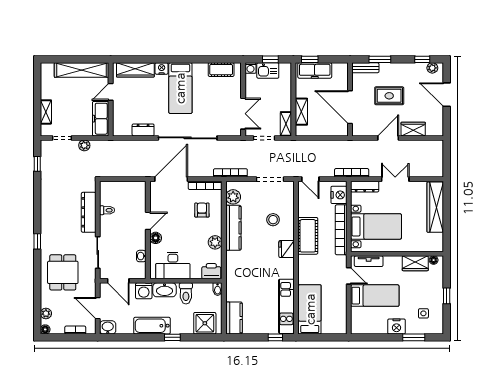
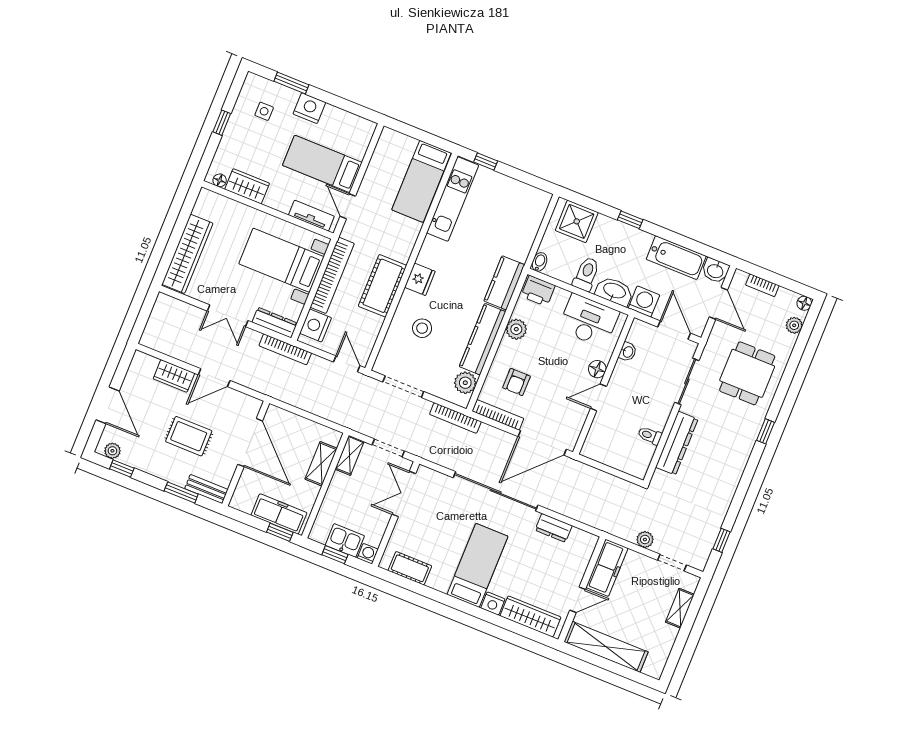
kitchen counter: (234, 318) -> (504, 283), moved
bathtub: (152, 326) -> (676, 258), moved

